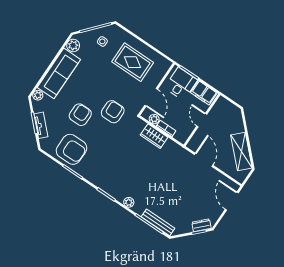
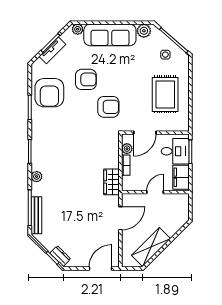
wardrobe: (154, 136) -> (112, 182), moved

